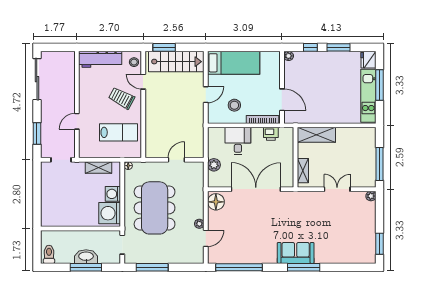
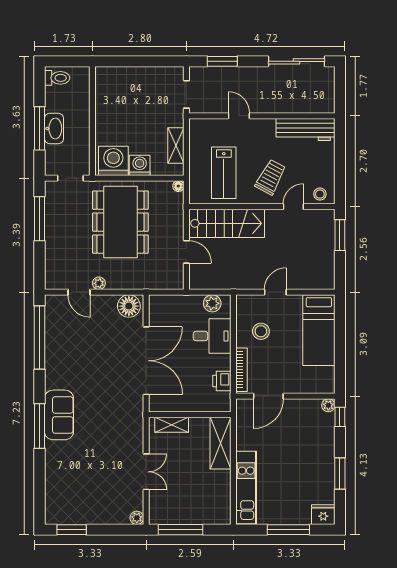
window: (310, 47) -> (340, 417), moved
workbench: (100, 59) -> (305, 130), moved, turned -90
stairs: (176, 62) -> (227, 223), moved, turned -90
door: (206, 95) -> (275, 292), swing flipped
kitchen unit: (368, 96) -> (246, 487), moved, turned 90
plant: (214, 165) -> (212, 303), moved
dining table: (155, 208) -> (120, 222), turned 90

